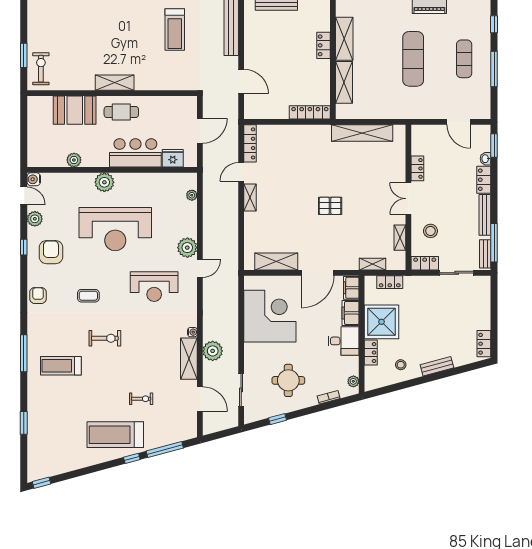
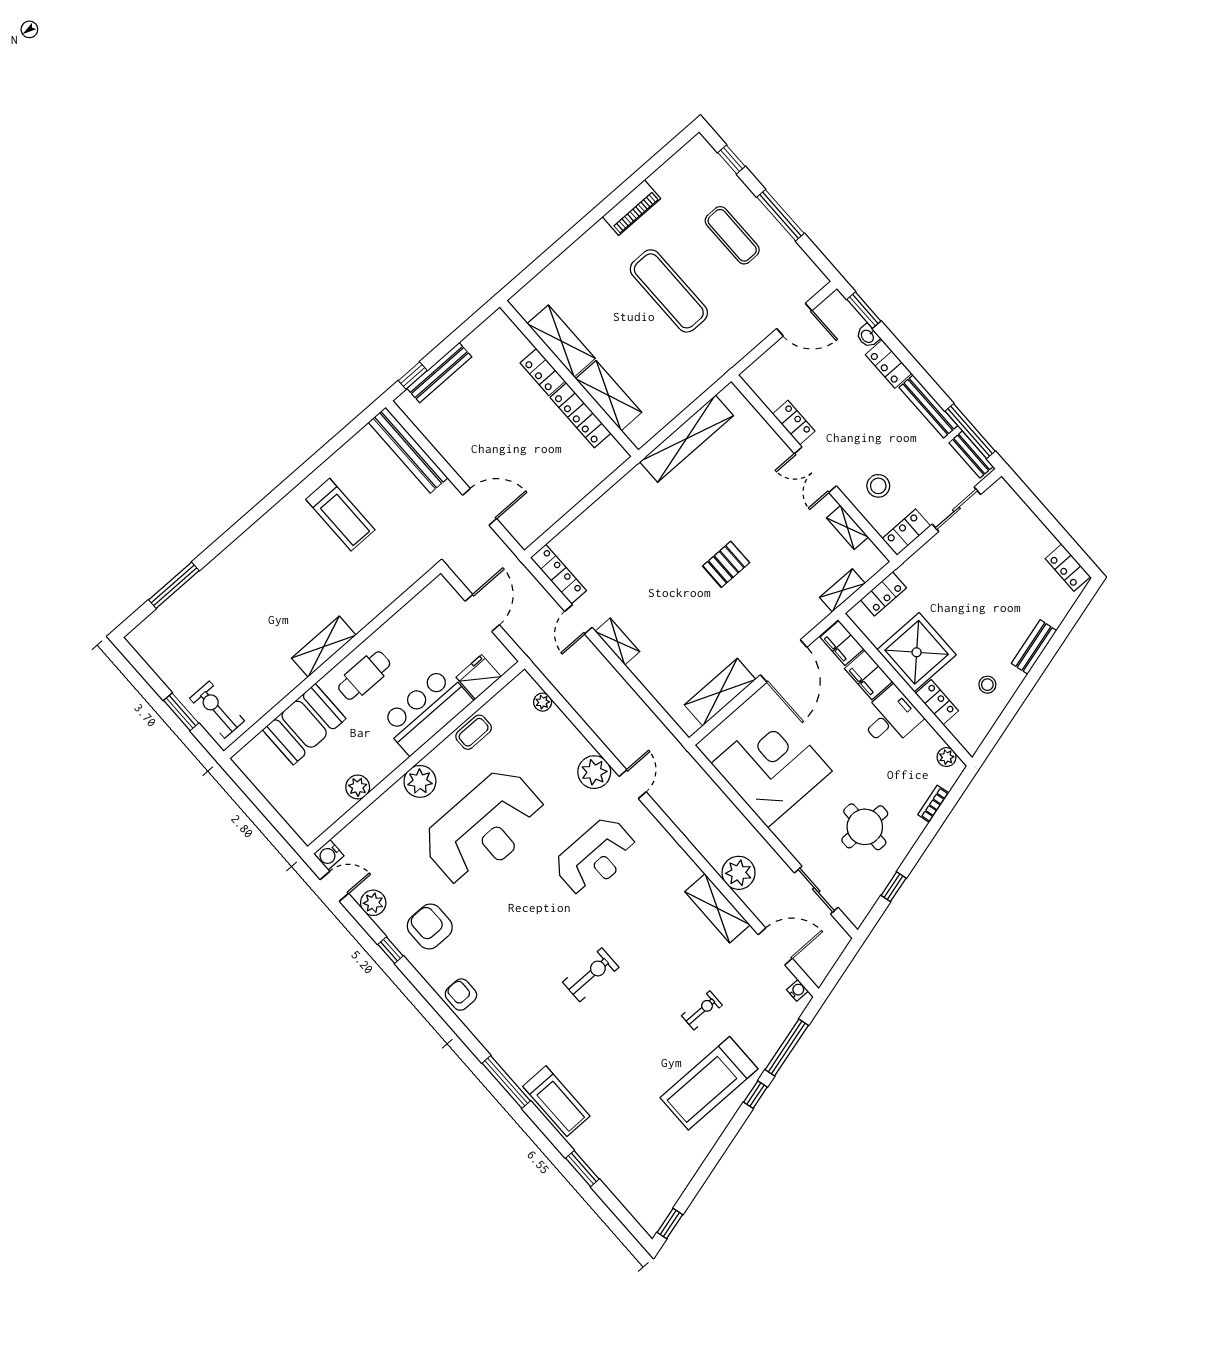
locker: (310, 112) -> (580, 415), moved, turned -90
coffee table: (88, 296) -> (474, 732), moved
water cooler: (192, 332) -> (797, 990), moved
treadmill: (61, 366) -> (556, 1101), moved, turned -90

